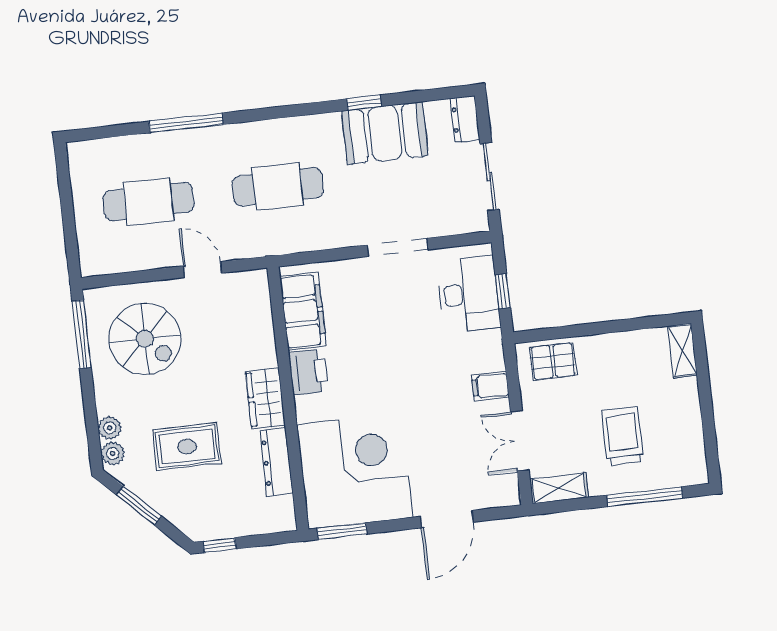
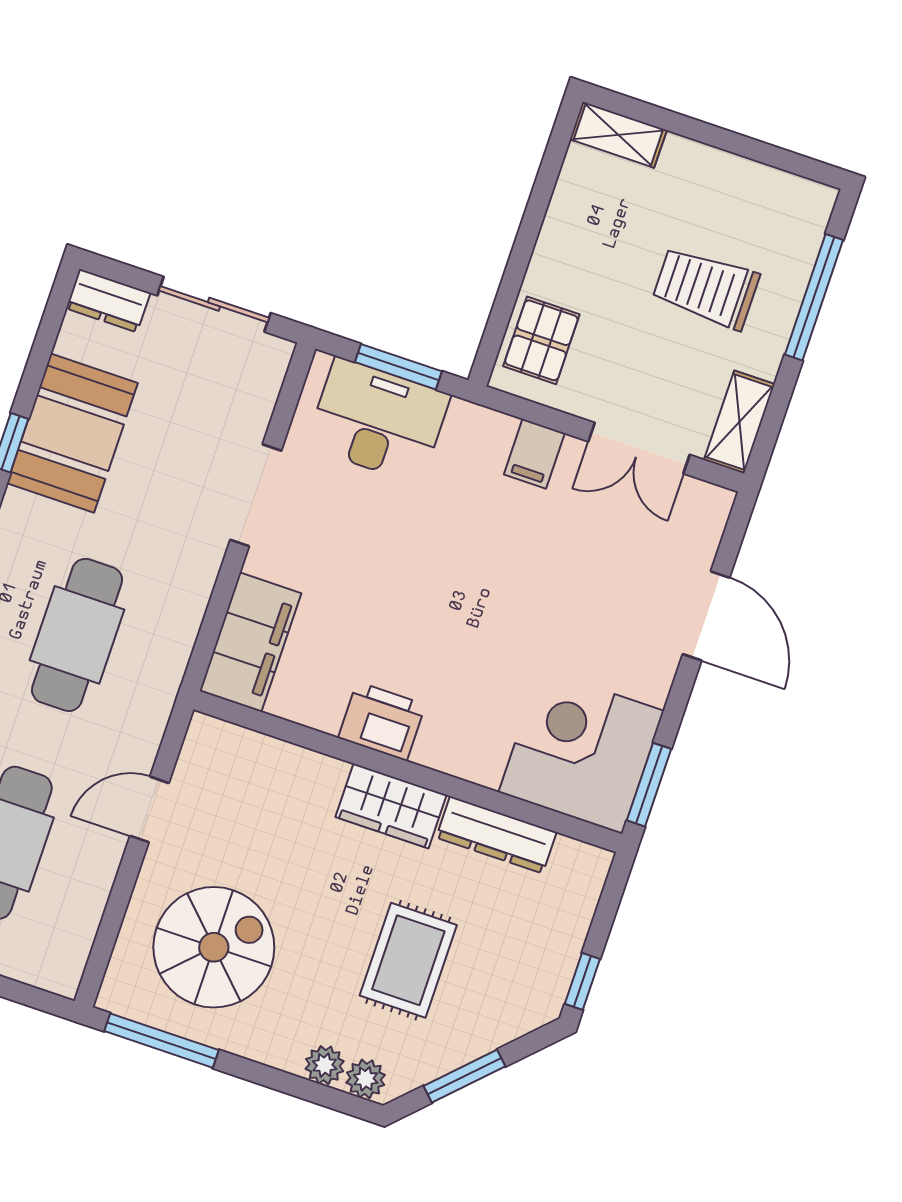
window: (503, 291) -> (398, 367), width x1.50
filing cabinet: (303, 311) -> (250, 642), moved, turned 90
corner desk: (355, 471) -> (581, 752), width x0.74, depth x0.74

